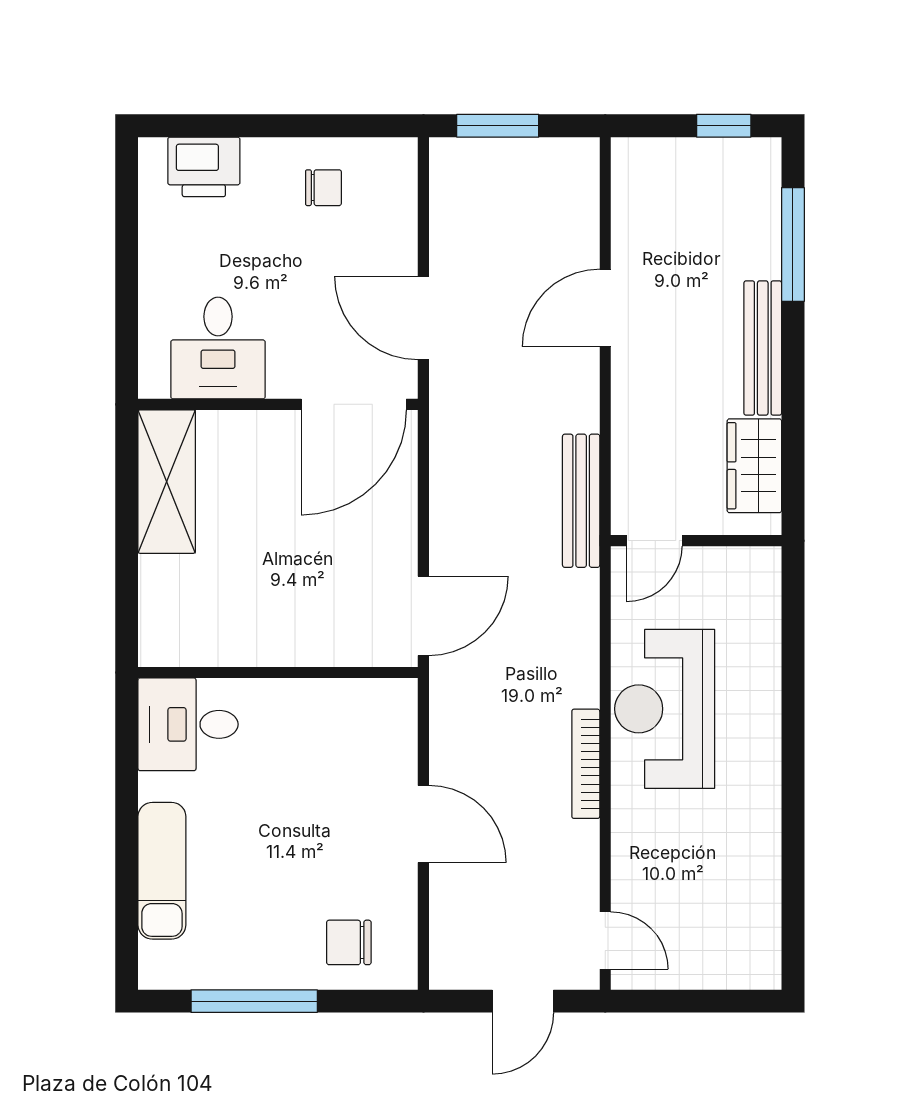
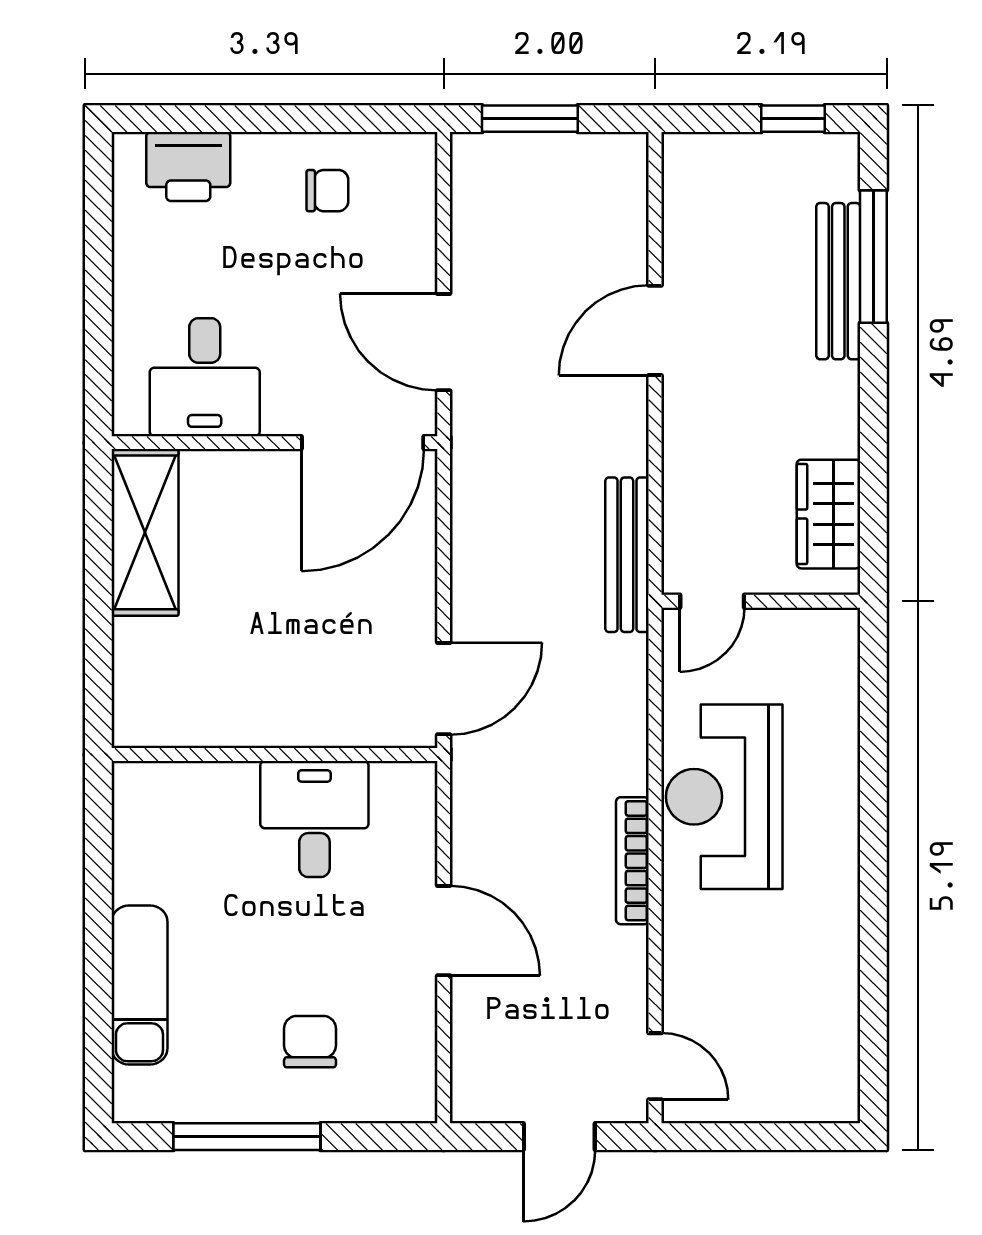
bench: (763, 348) -> (838, 281), moved
desk: (188, 724) -> (314, 819), moved, turned 90
chair: (349, 942) -> (310, 1042), moved, turned 90

